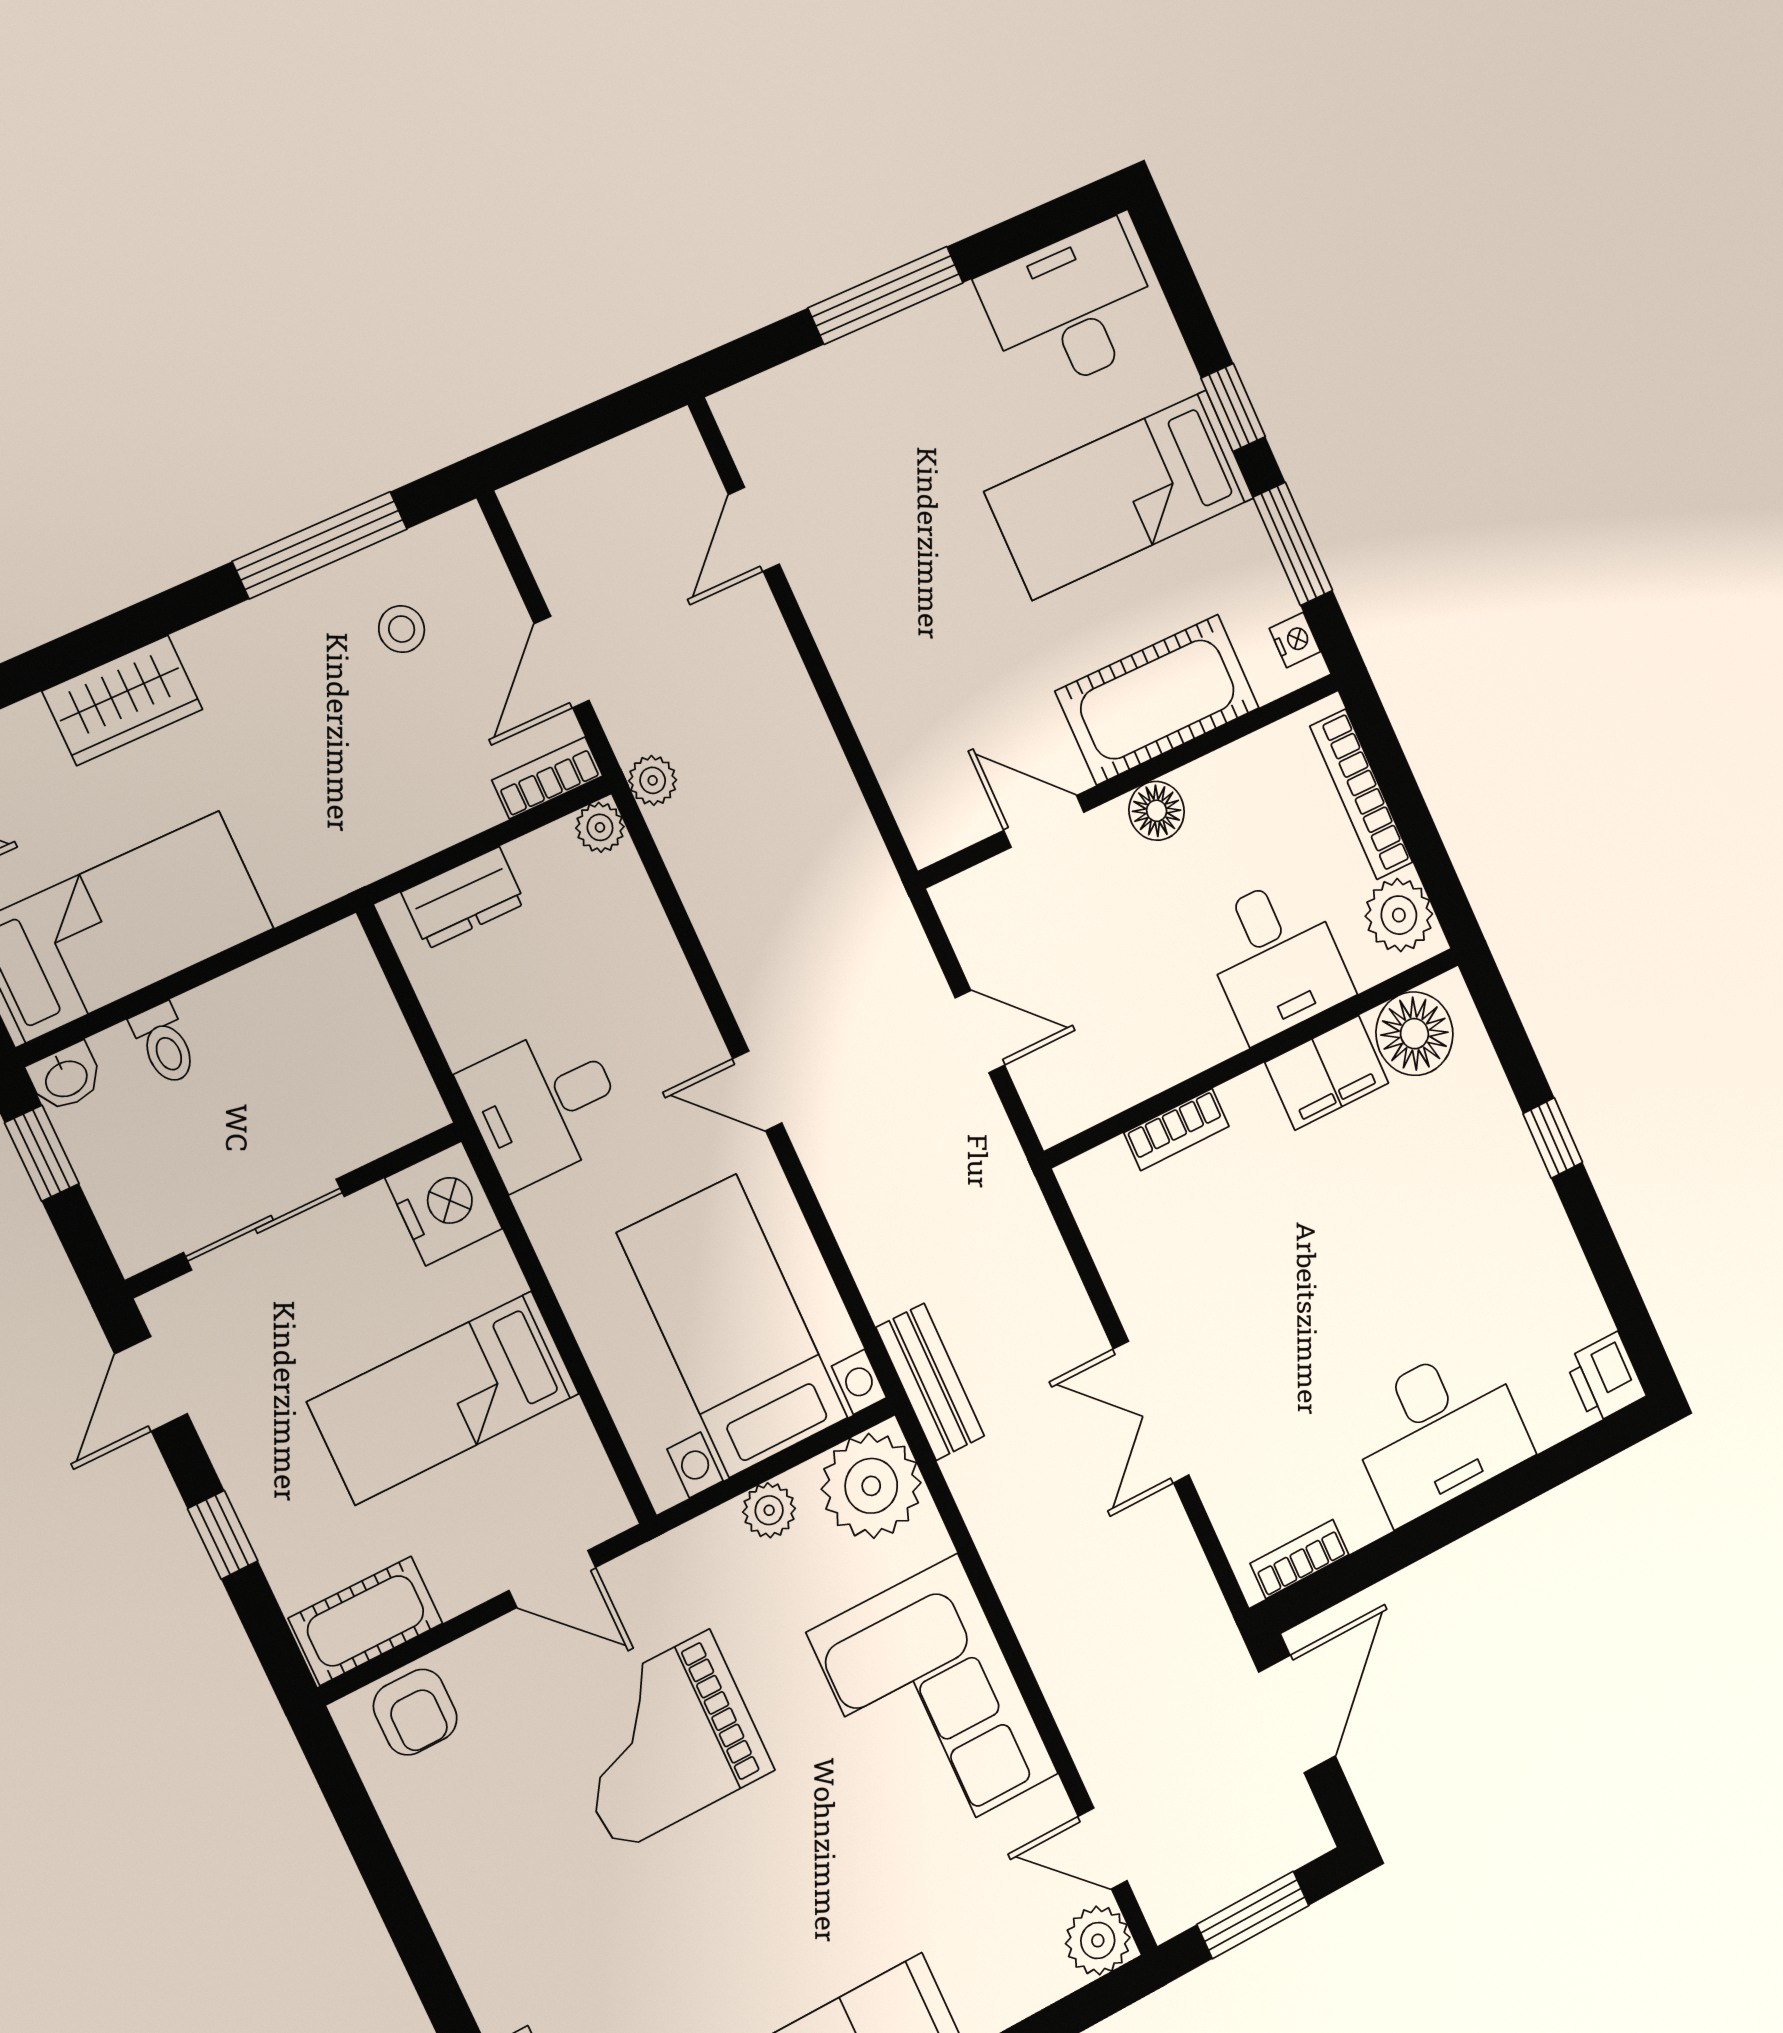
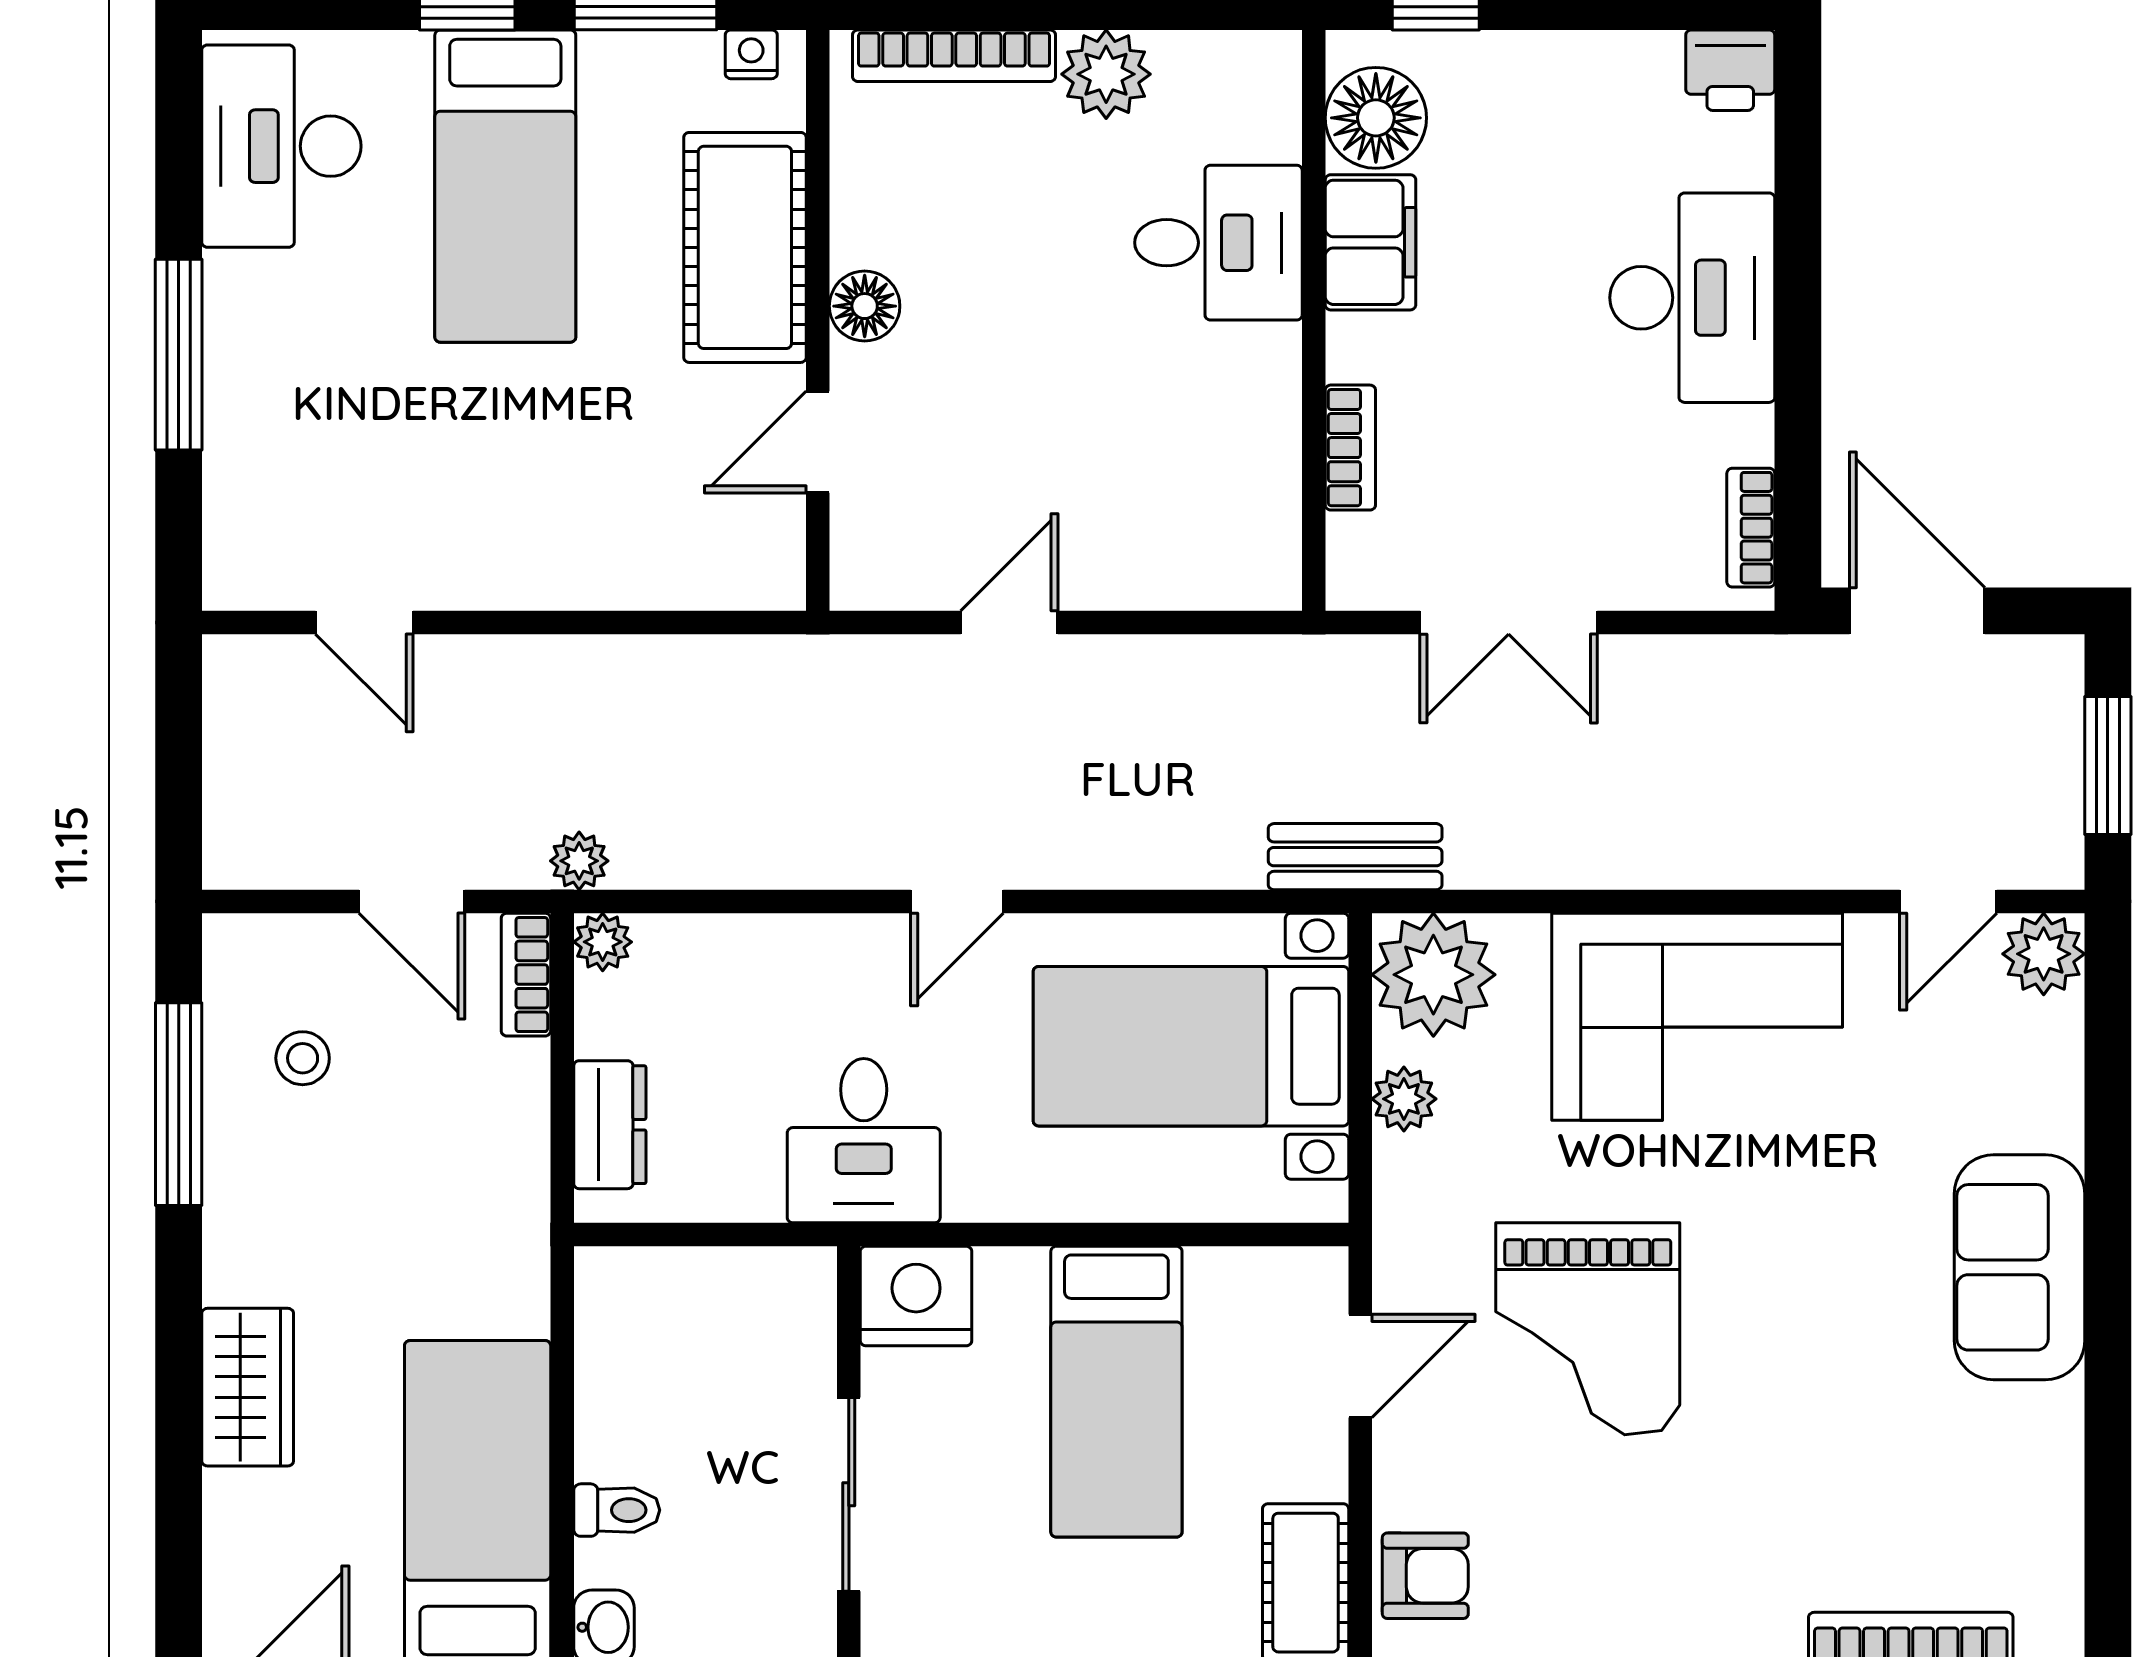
desk: (1276, 958) -> (1218, 243), moved
floor lamp: (1414, 1034) -> (1376, 118), moved
wall: (1254, 1057) -> (1314, 320), moved
filing cabinet: (1327, 1073) -> (1370, 242), moved
bookcase: (1177, 1130) -> (1350, 448), moved

